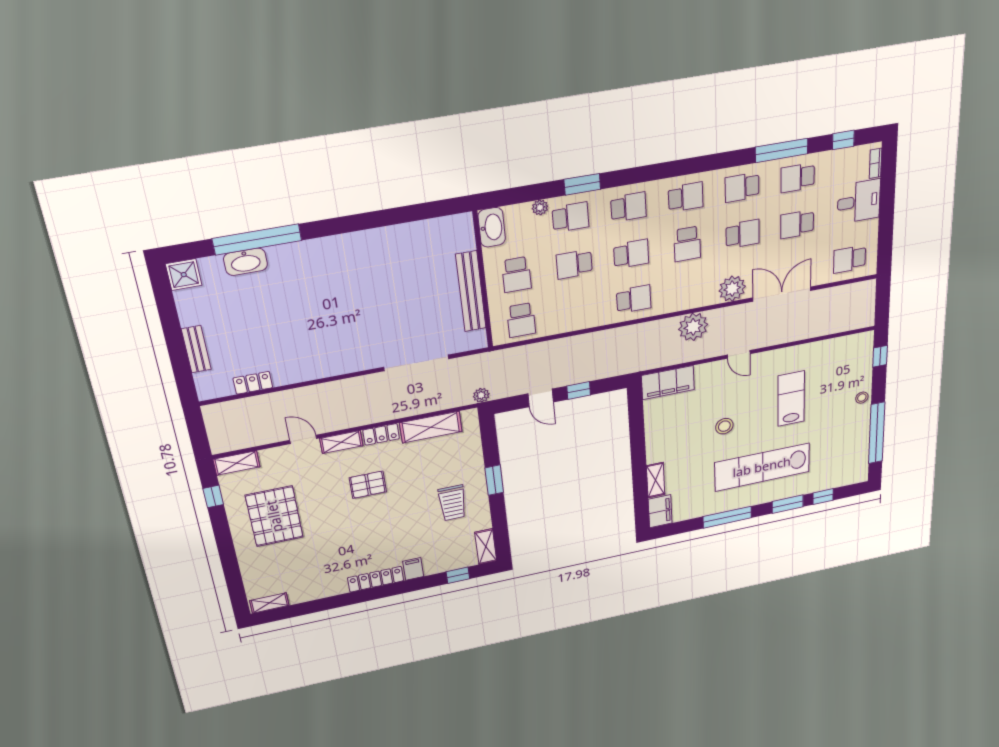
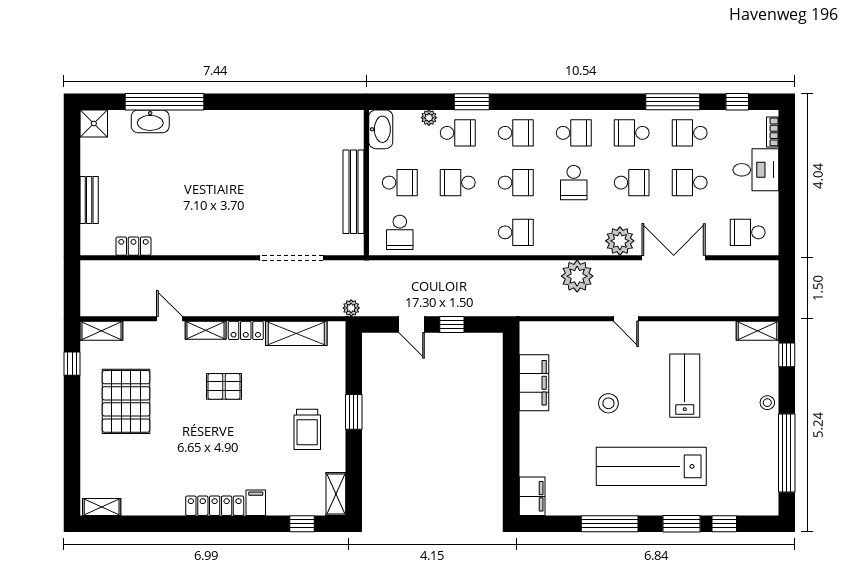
school desk: (516, 275) -> (400, 183), turned -90
filing cabinet: (668, 383) -> (534, 383), moved, turned -90
shelving: (656, 480) -> (757, 331), moved, turned 90

